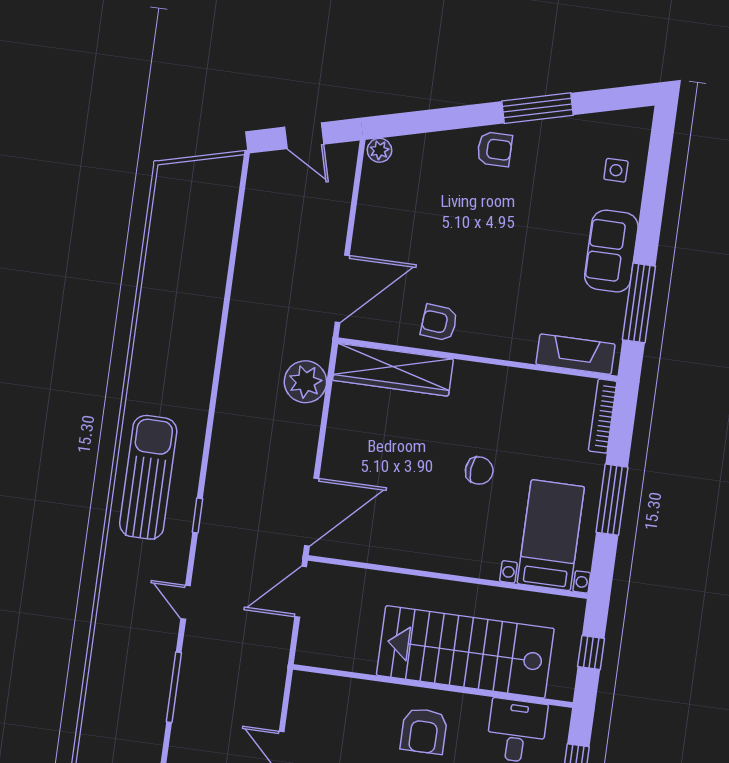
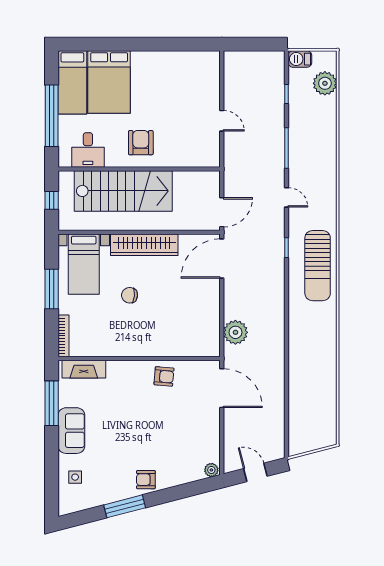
door: (342, 289) -> (222, 388), swing flipped
wardrobe: (393, 370) -> (144, 245), moved, turned 180

